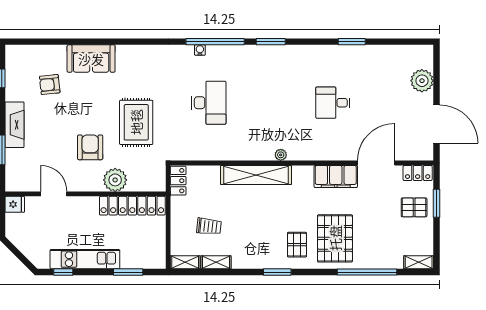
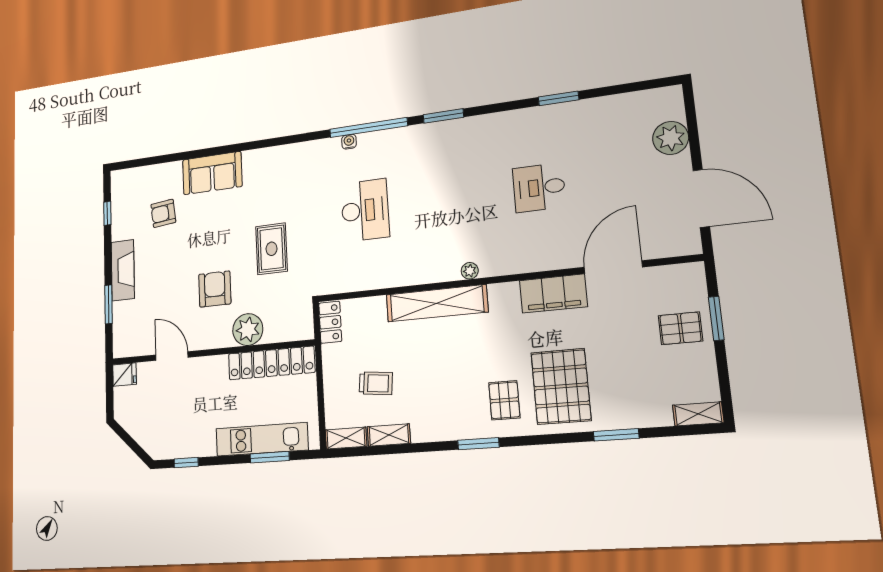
rug: (136, 122) -> (271, 249), width x0.73, depth x0.70
locker: (418, 173) -> (680, 275), removed
kitchen unit: (85, 259) -> (262, 439), moved
window: (367, 272) -> (616, 435), width x0.47

